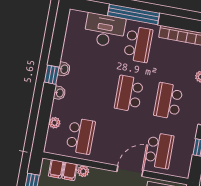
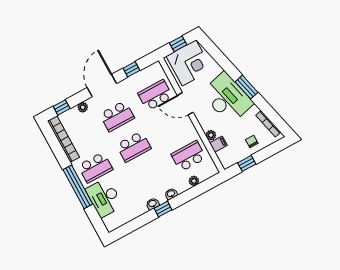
school desk: (138, 44) -> (95, 167), turned 180
filing cabinet: (56, 169) -> (224, 155), removed

